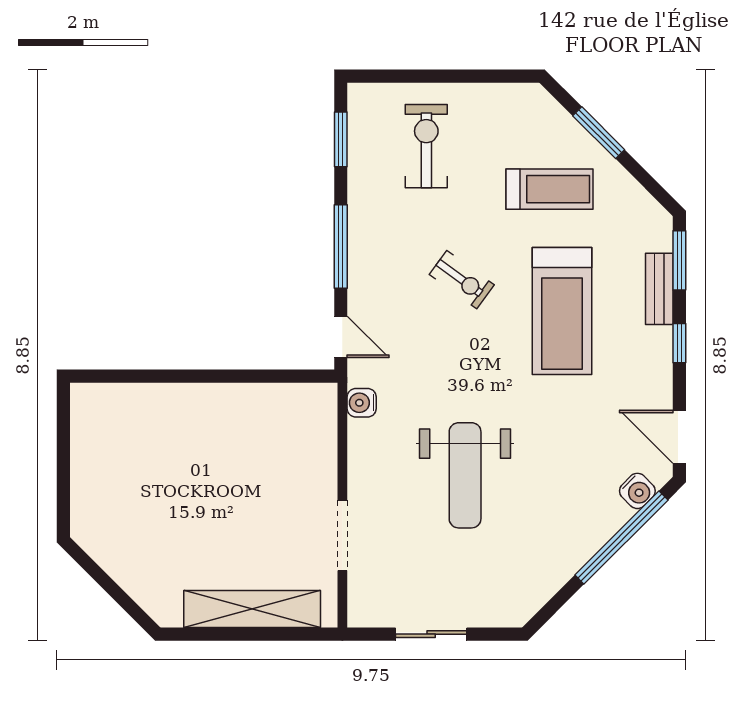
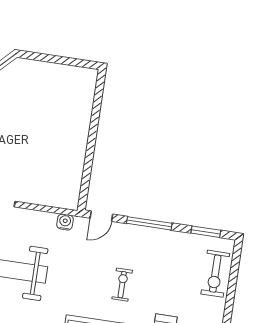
exercise bike: (426, 146) -> (215, 274), moved, turned 90
exercise bike: (462, 280) -> (122, 285), turned 144

